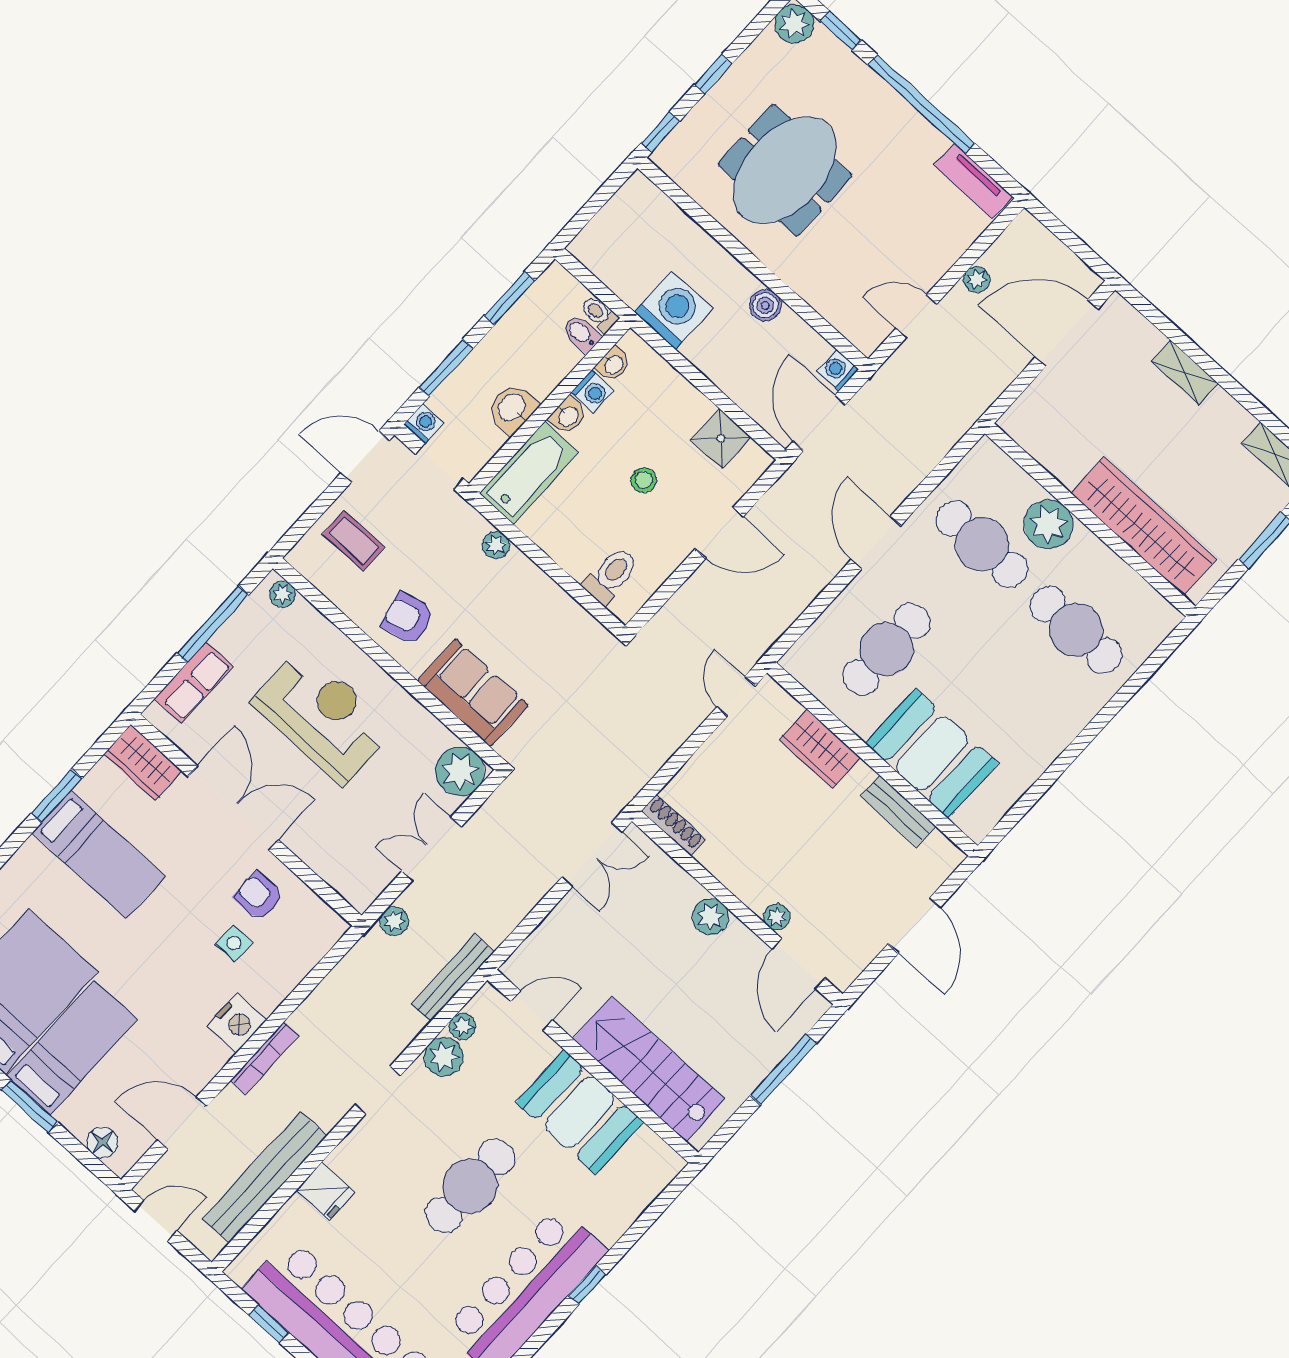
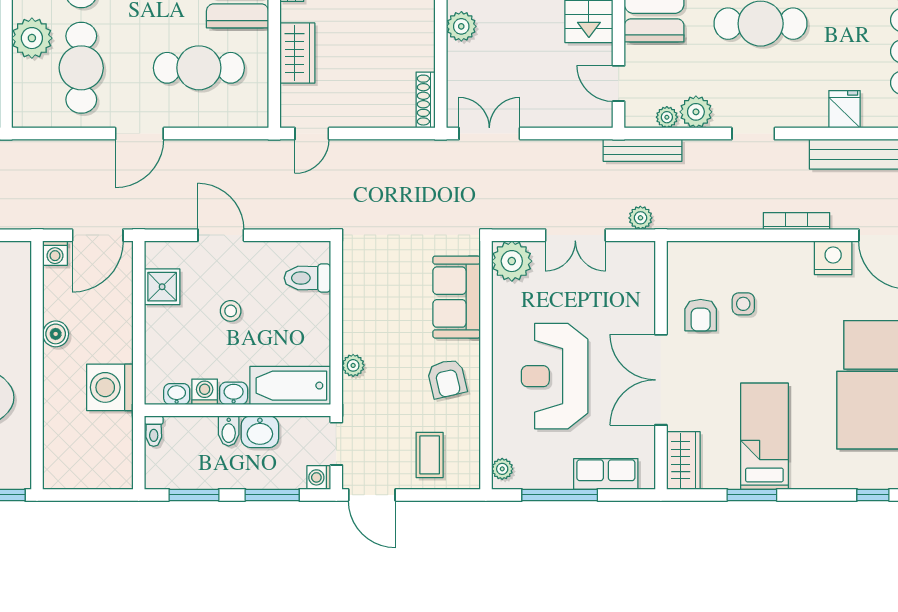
bidet: (581, 334) -> (229, 431), moved
nightstand: (237, 1023) -> (833, 258), moved

